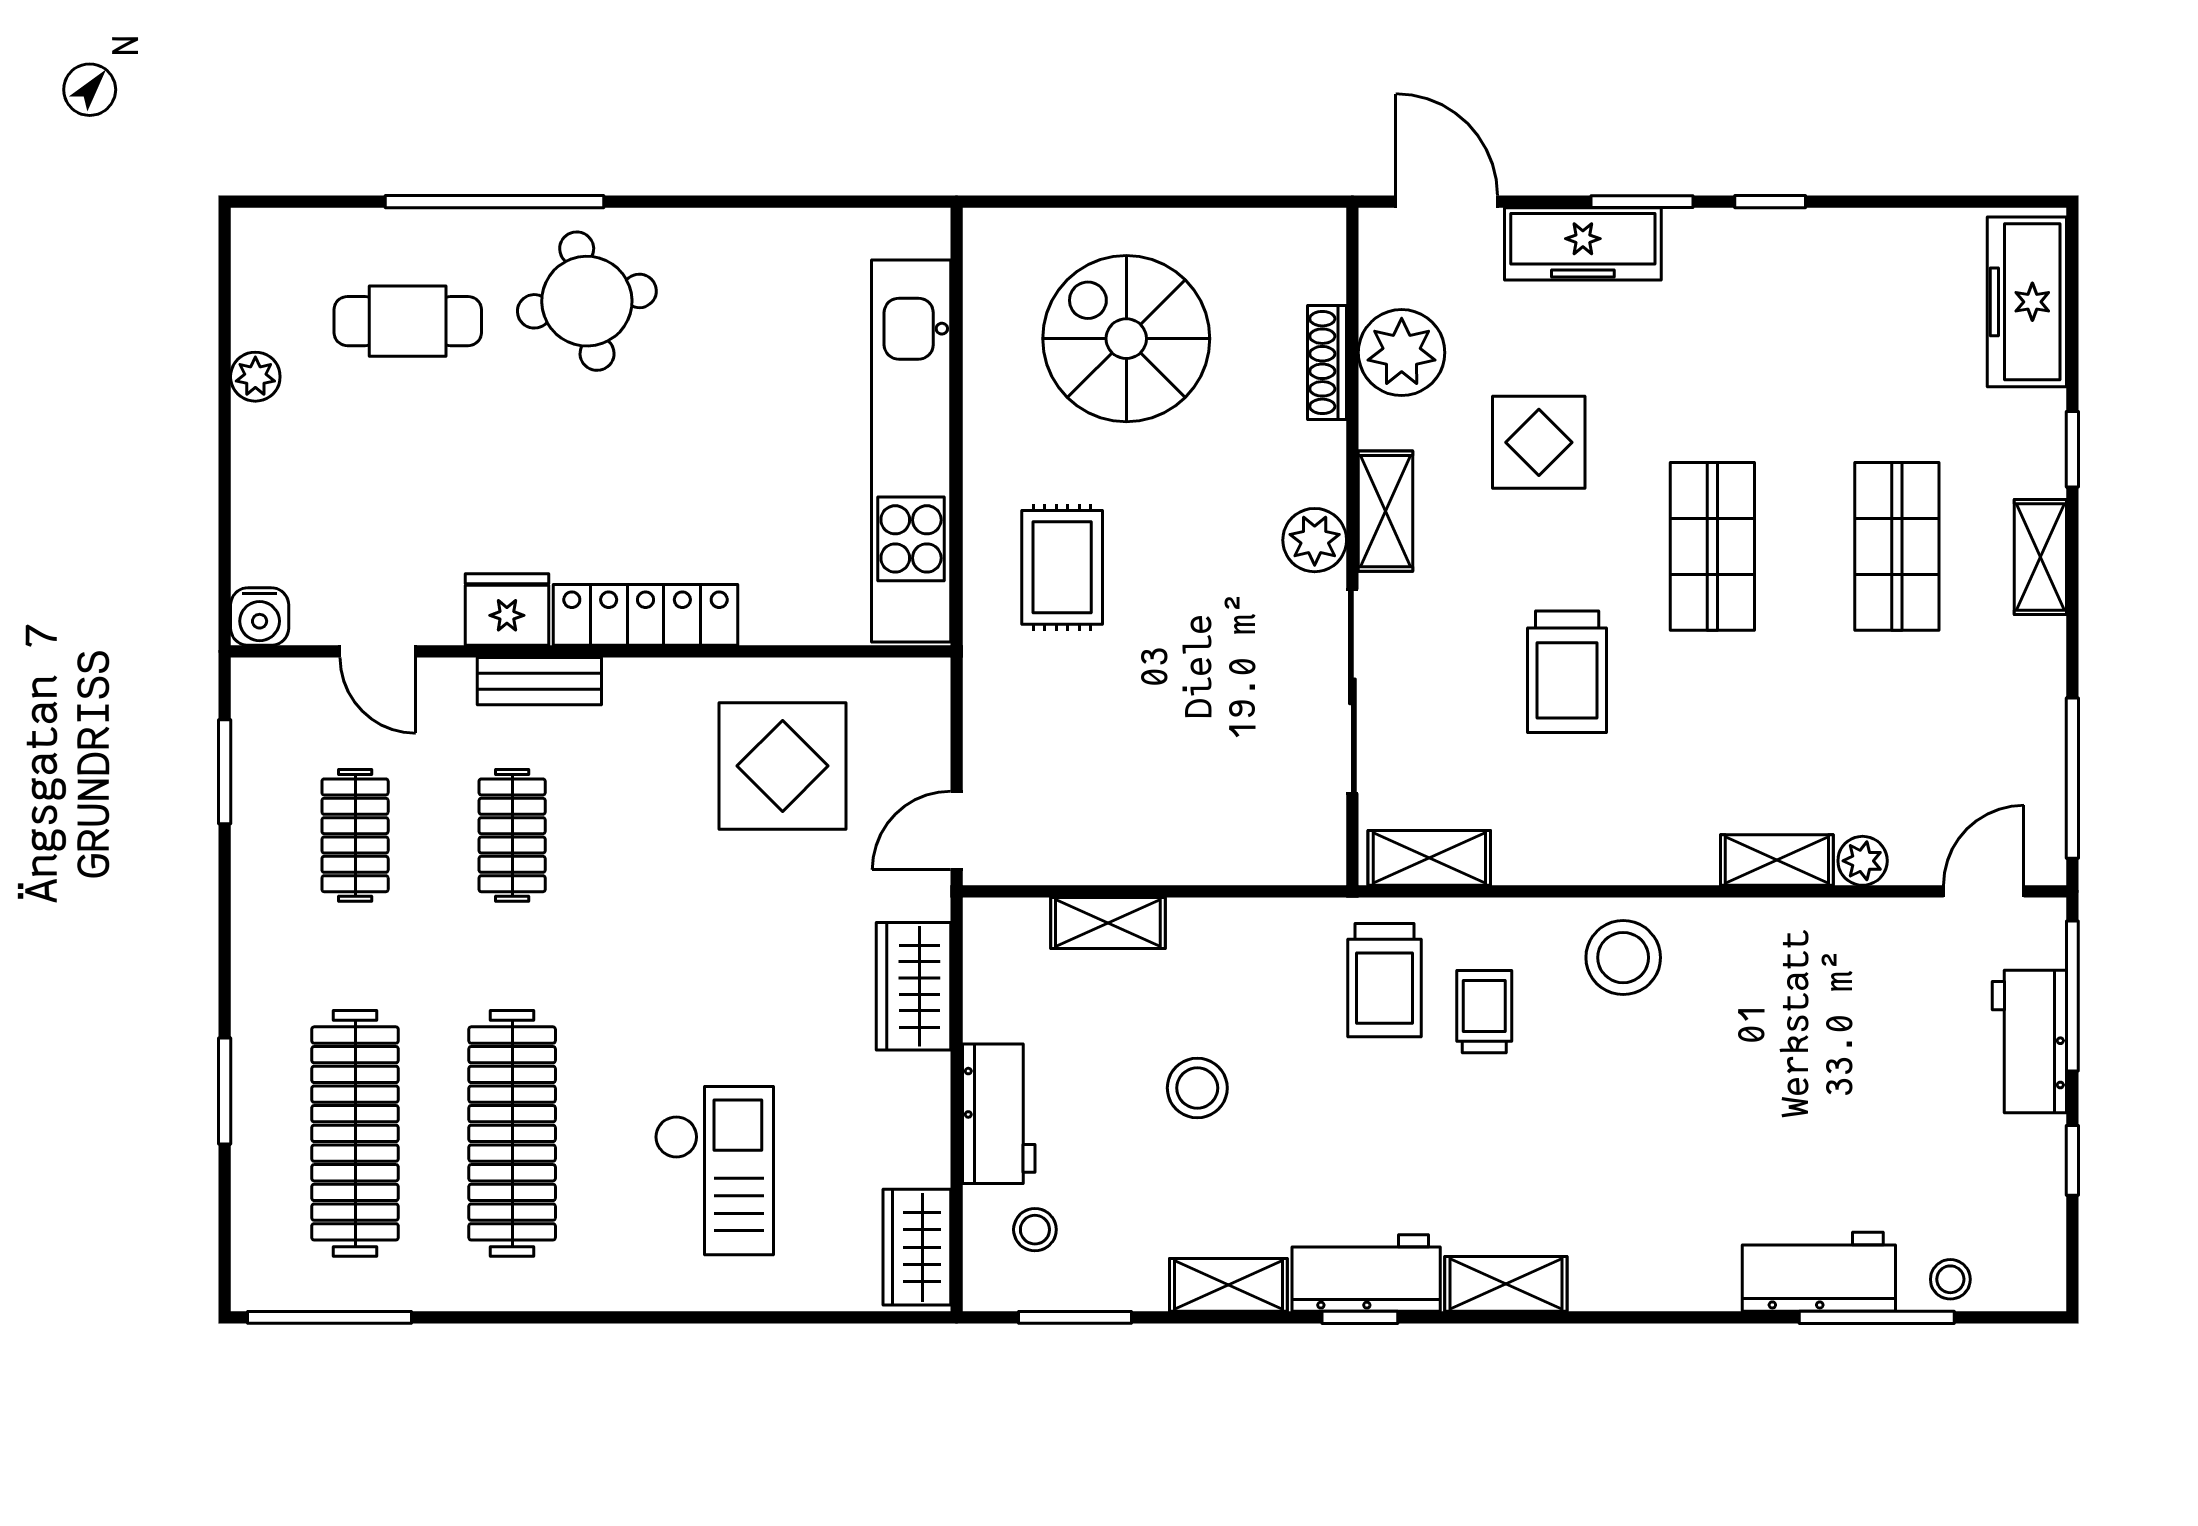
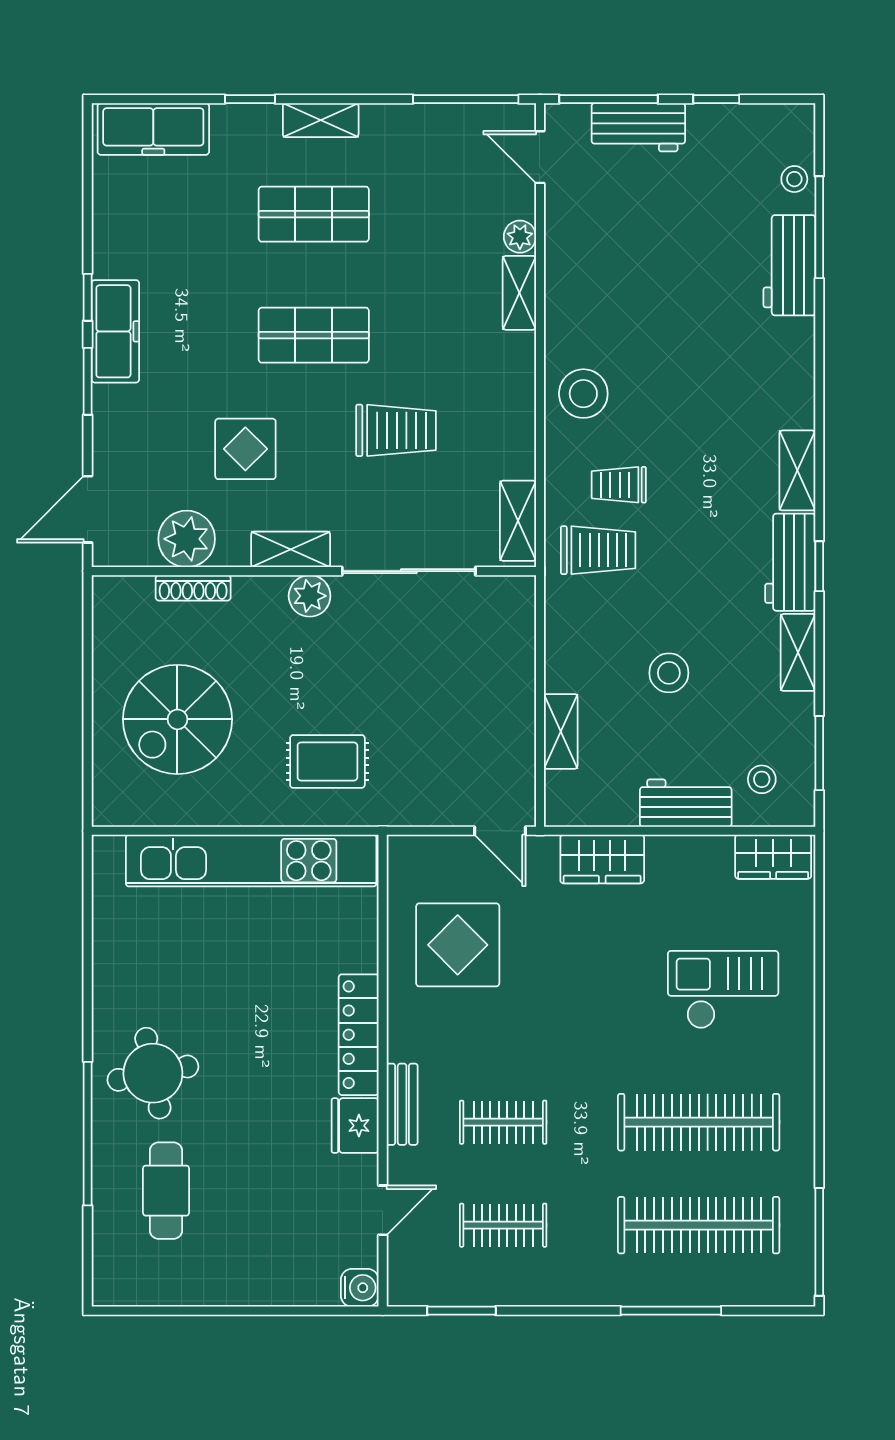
freezer: (1583, 244) -> (115, 331), moved
plant: (255, 377) -> (202, 1291), removed
window: (225, 1091) -> (671, 1311), width x1.44

